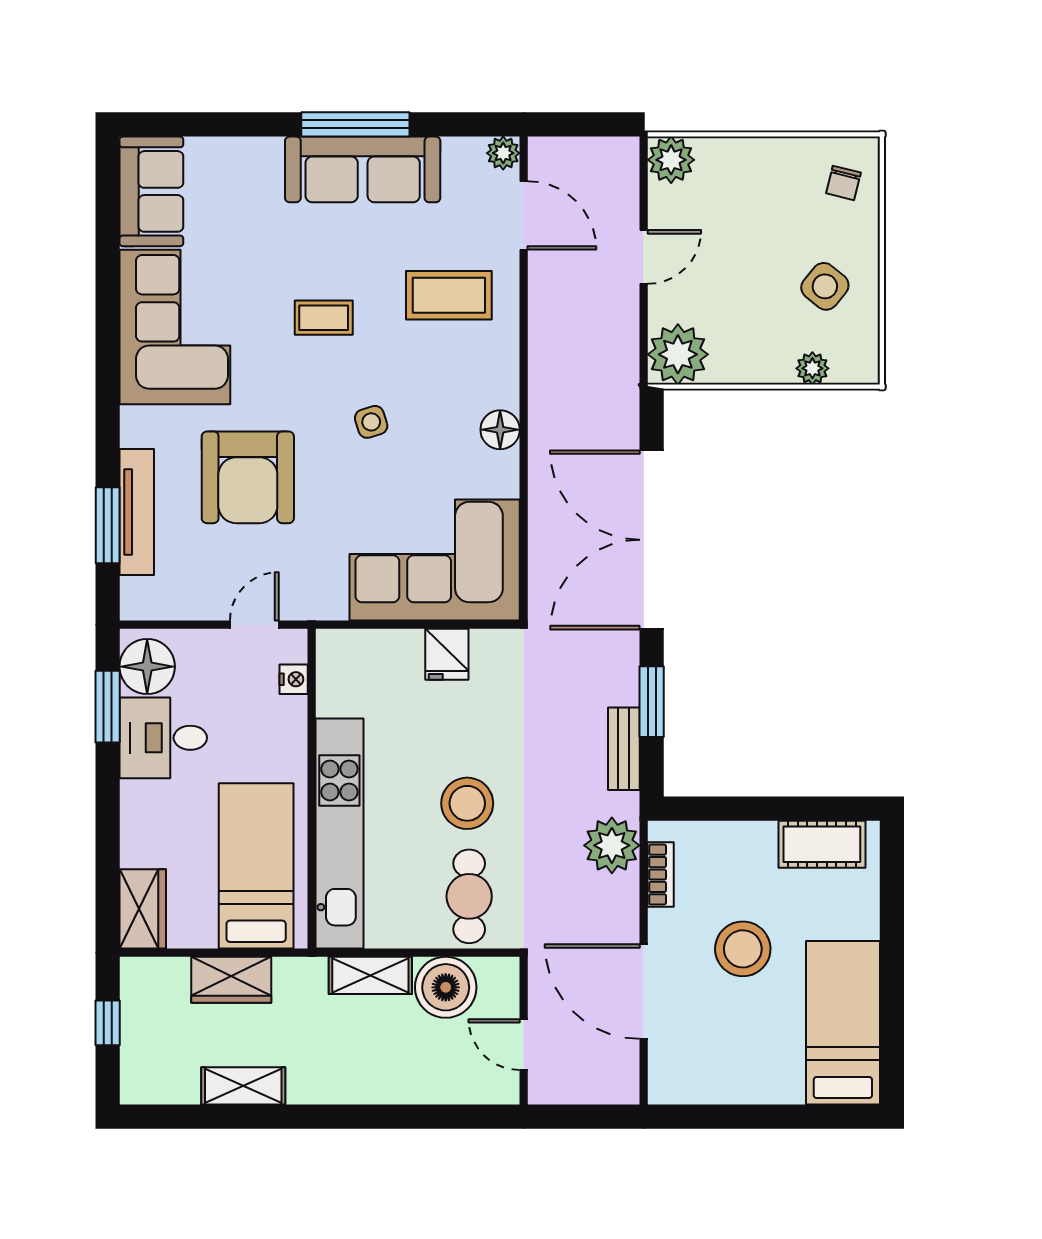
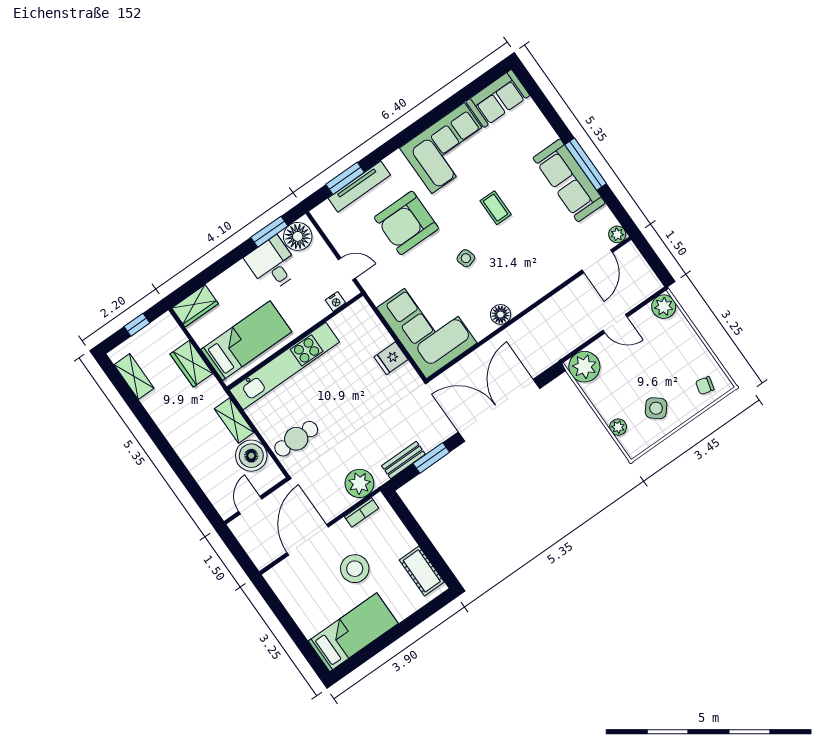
coffee table: (449, 295) -> (542, 253), removed
stool: (467, 803) -> (335, 411), removed
shelving: (243, 1086) -> (134, 377), moved

